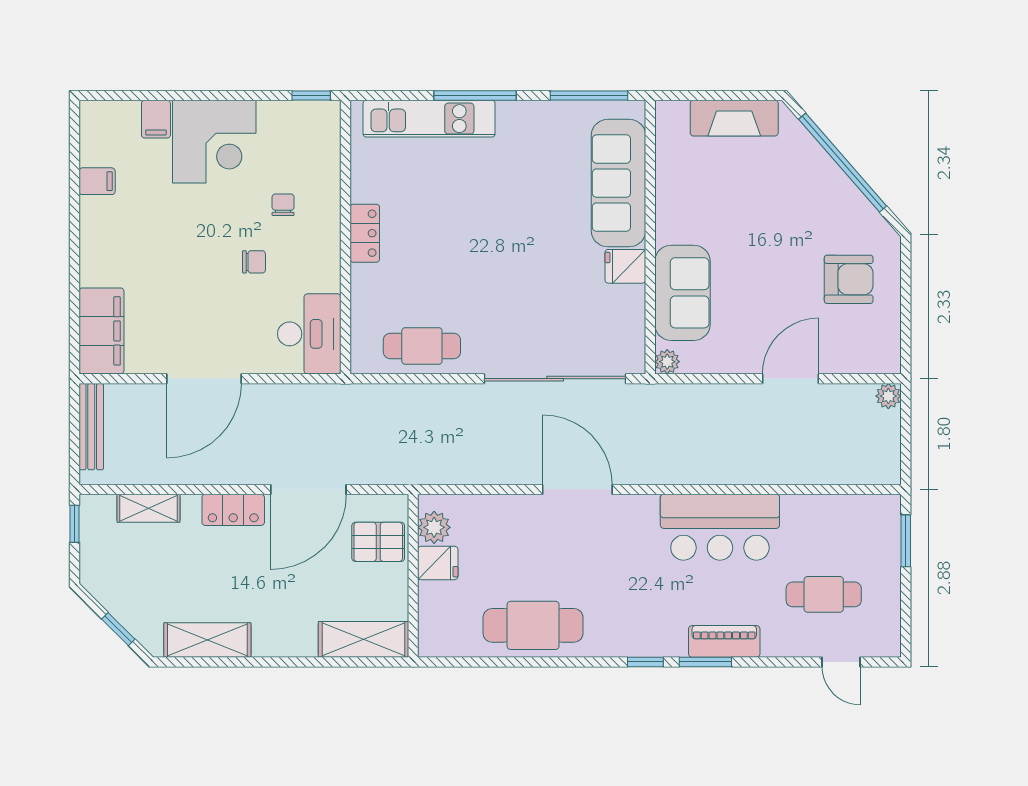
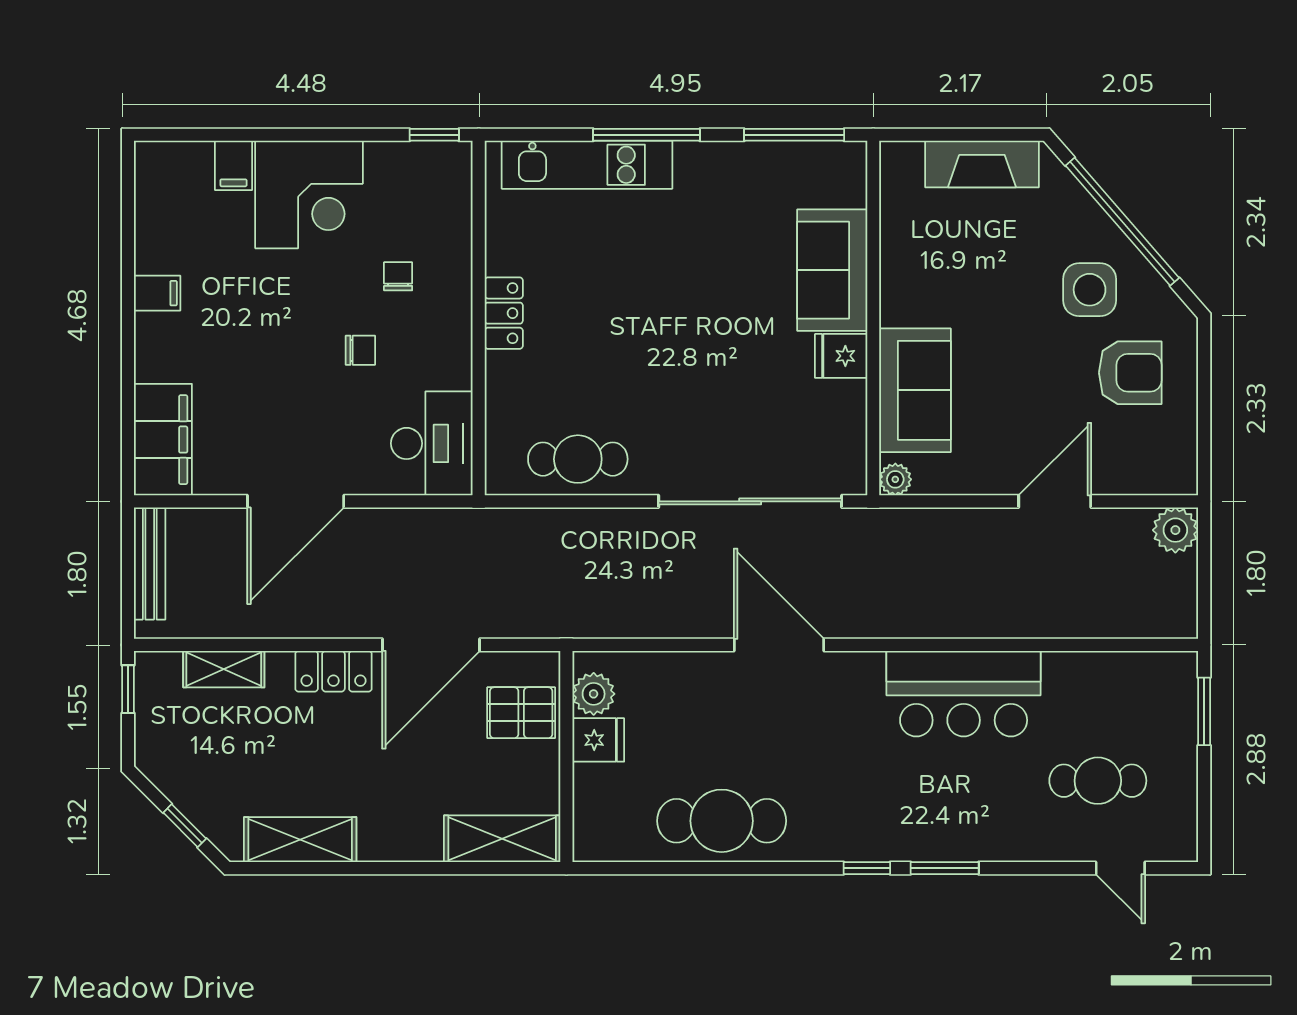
filing cabinet: (97, 181) -> (157, 293), moved
sofa: (618, 183) -> (832, 270), width x0.73
side table: (817, 215) -> (1090, 290), added
plant: (888, 396) -> (1175, 530), width x1.38, depth x1.38
piano: (724, 641) -> (969, 841), removed

